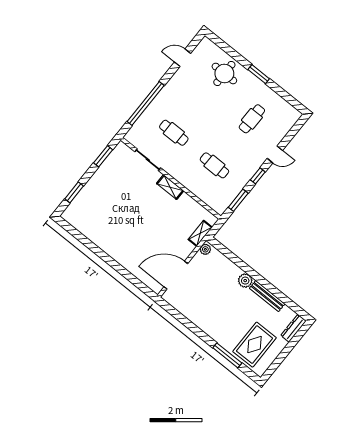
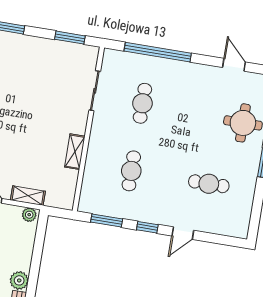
door: (275, 154) -> (183, 233), hinge flipped
shelving: (170, 187) -> (75, 152), moved
shelving: (200, 233) -> (28, 196), moved

